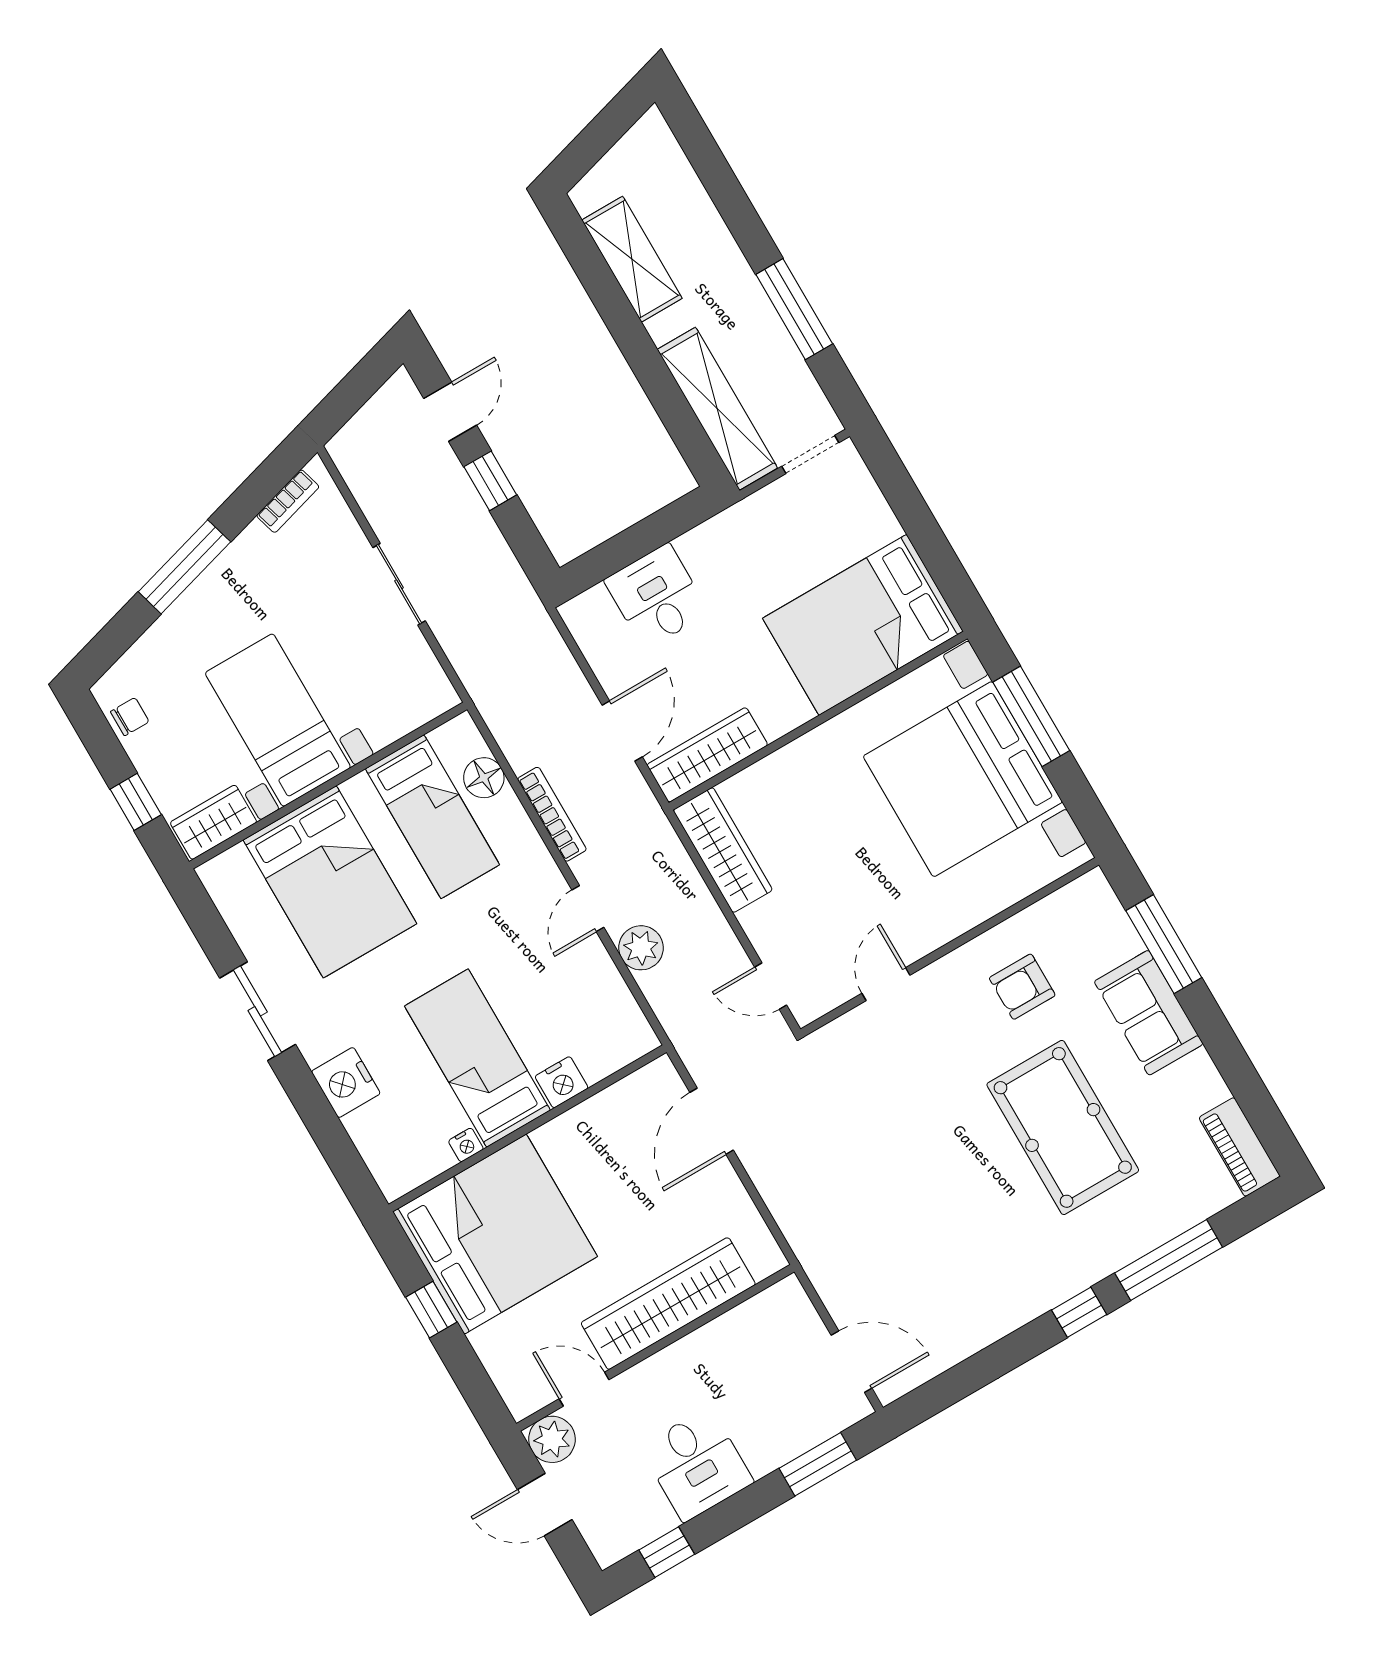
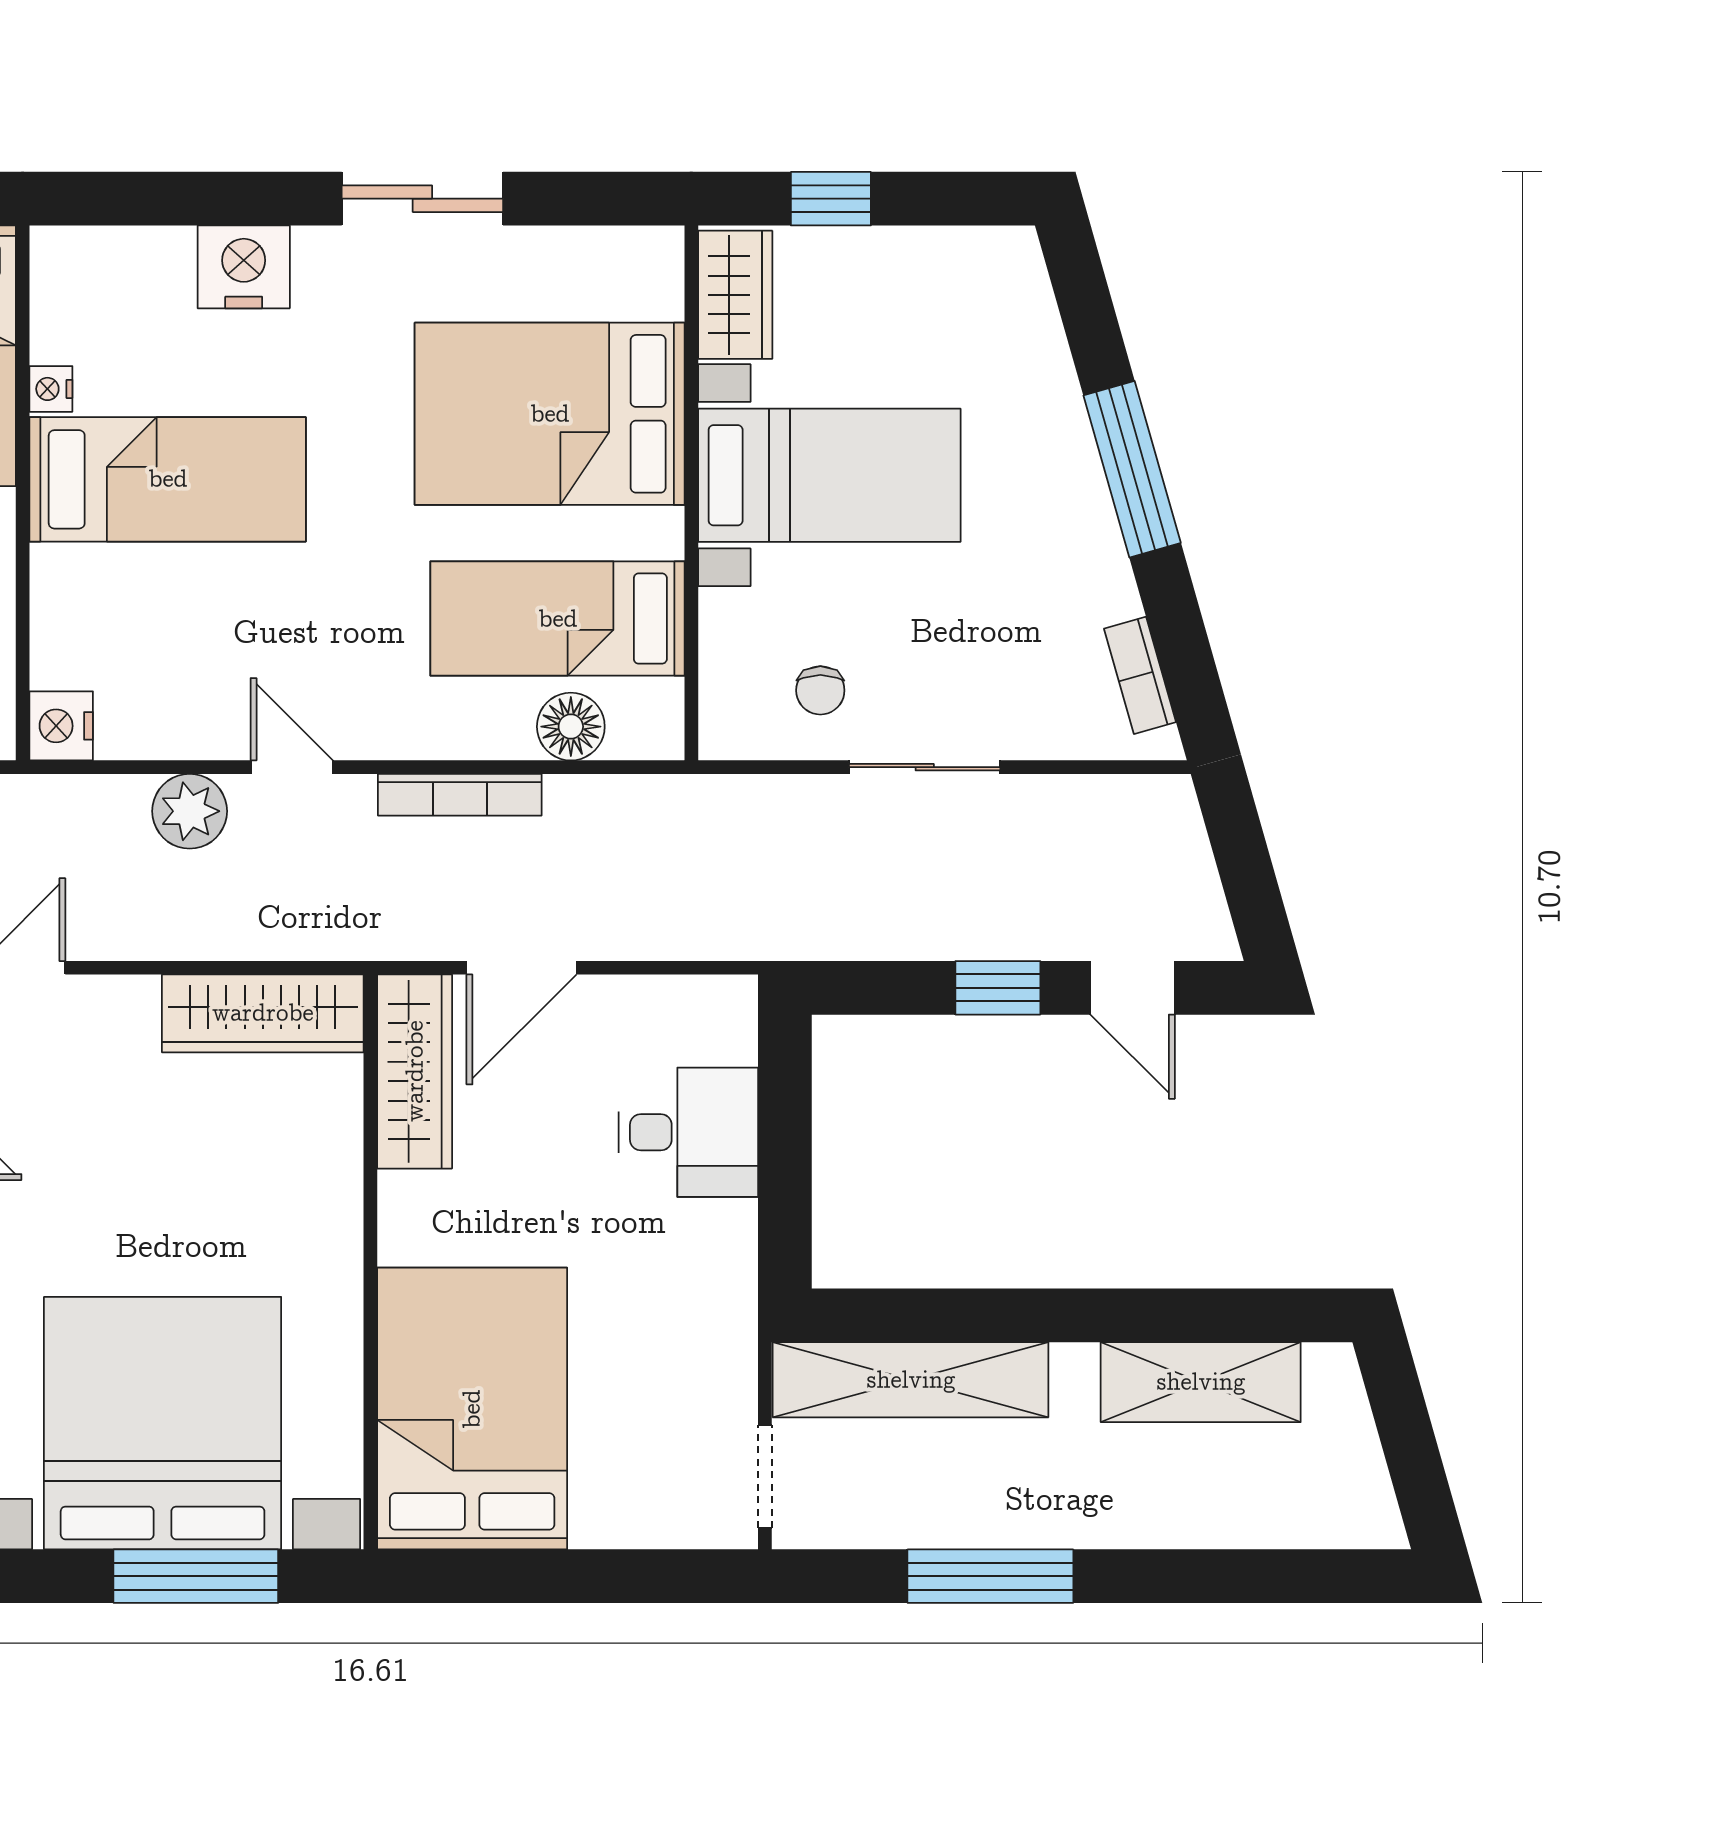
chair: (130, 717) -> (820, 690), moved
door: (622, 731) -> (522, 968), hinge flipped
nightstand: (562, 1082) -> (61, 726), moved

